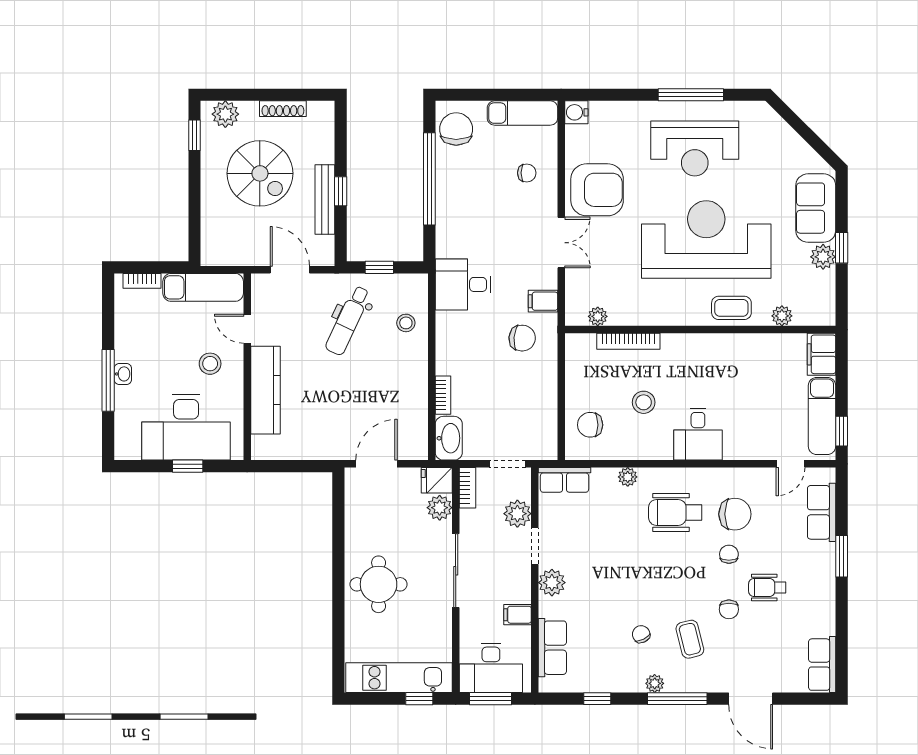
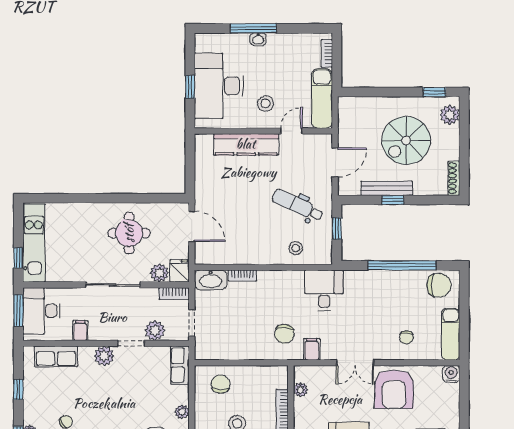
shoe rack: (283, 109) -> (454, 178), moved
round table: (379, 584) -> (129, 233), moved

